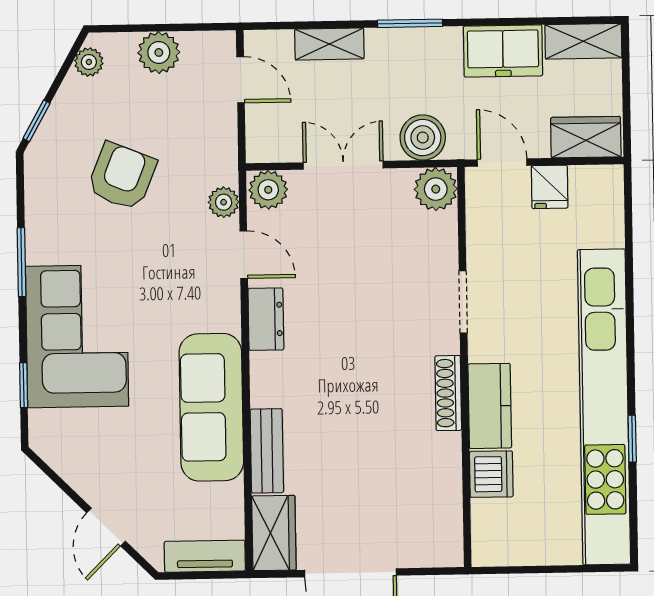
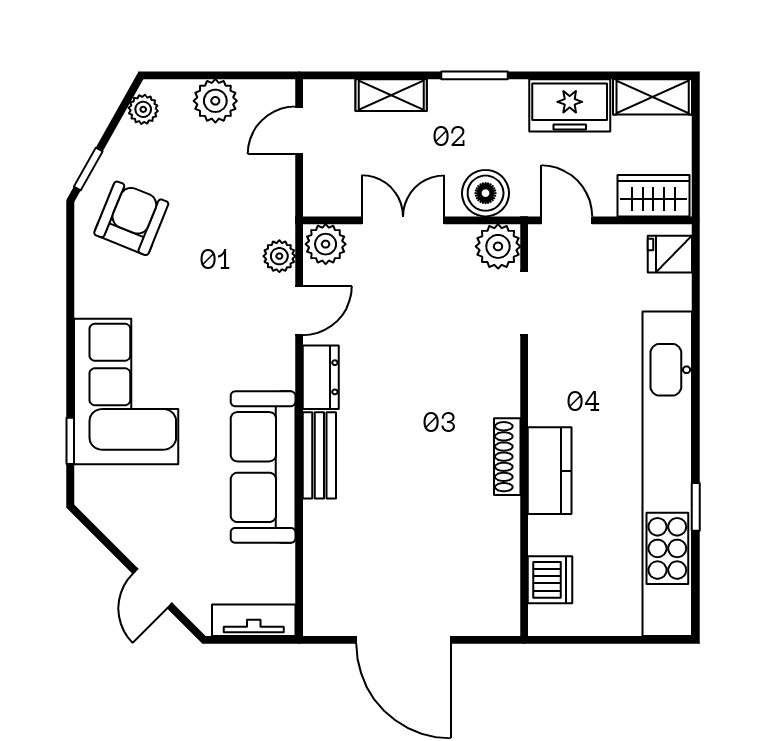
door: (241, 80) -> (299, 130), swing flipped
armchair: (122, 176) -> (131, 218), moved
fridge: (550, 187) -> (670, 254), moved, turned 90
door: (244, 255) -> (299, 311), hinge flipped
window: (21, 262) -> (70, 314), removed
doorway: (463, 302) -> (524, 303), moved
bench: (267, 451) -> (319, 455), moved
dishwasher: (491, 474) -> (550, 580), moved
wardrobe: (274, 533) -> (325, 598), removed

